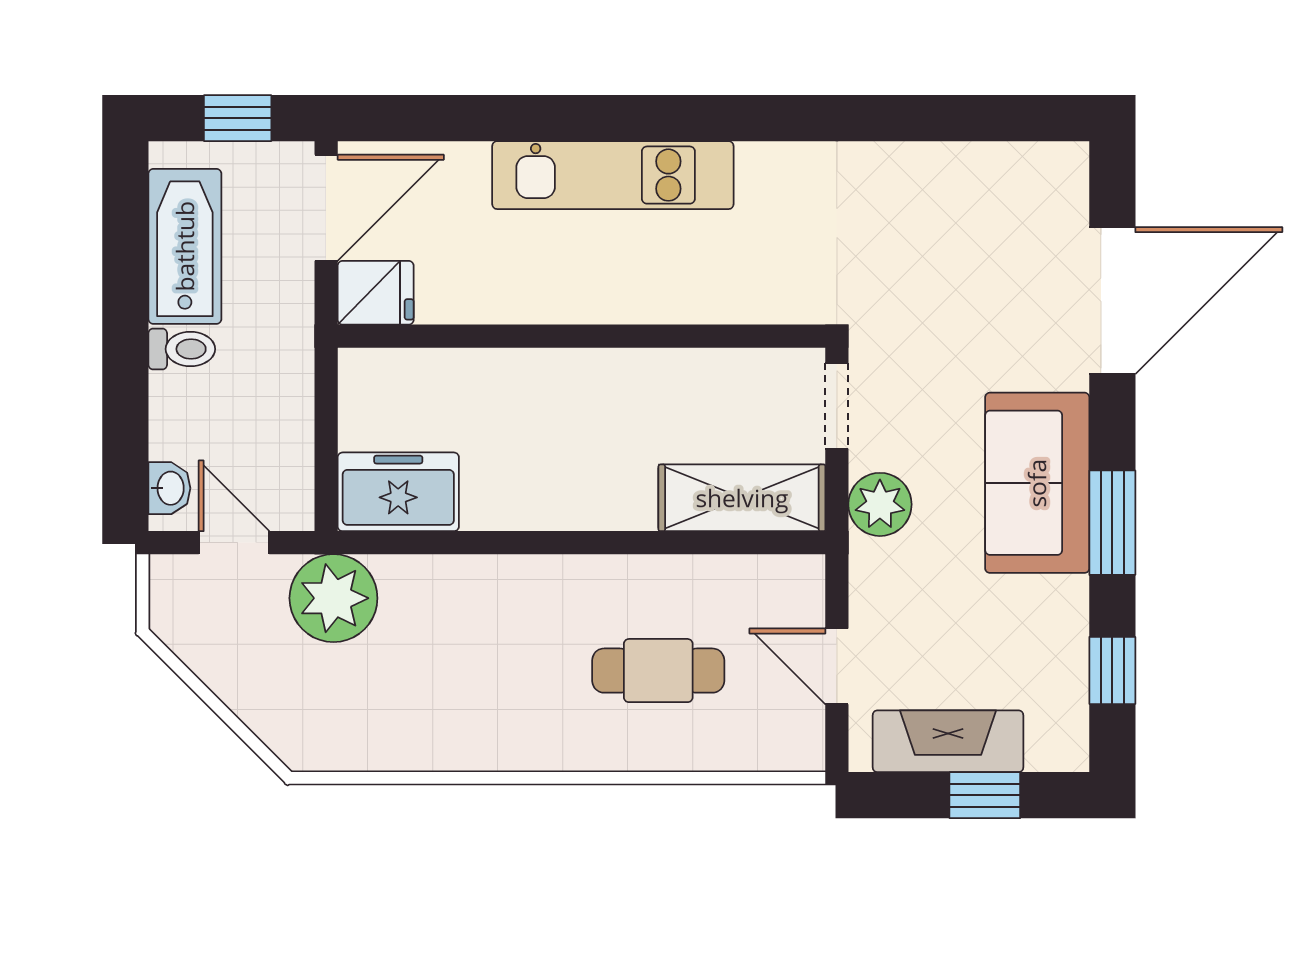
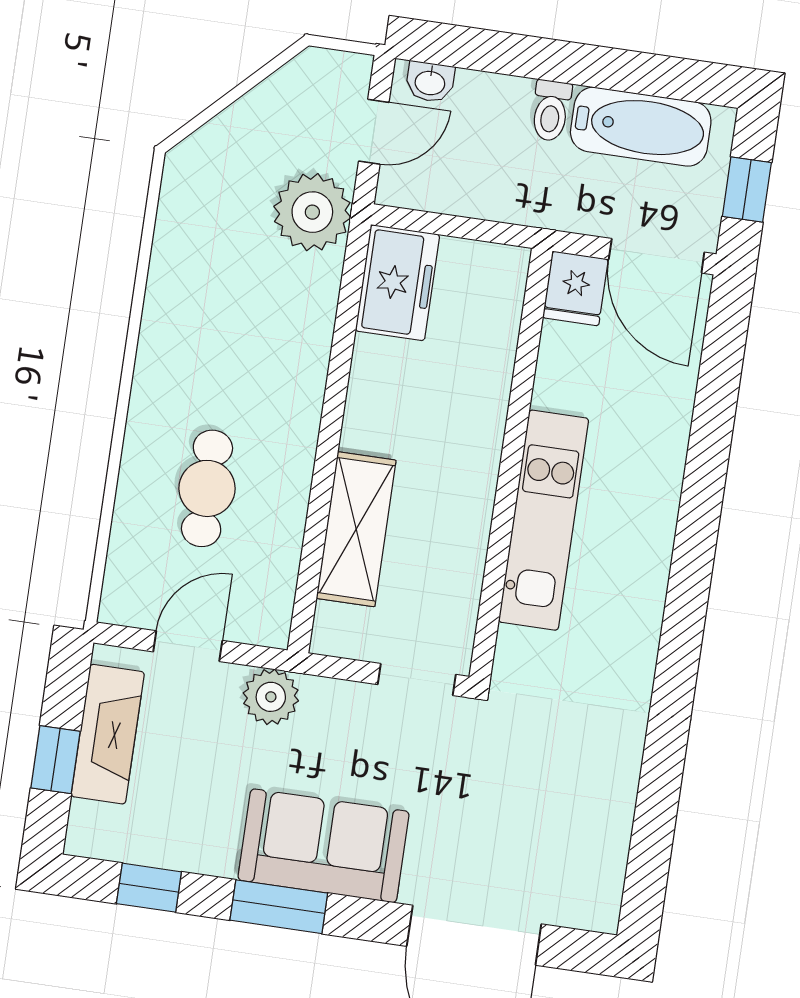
kitchen unit: (613, 175) -> (544, 520), moved, turned 180
shelving: (742, 498) -> (356, 529), moved
plant: (880, 504) -> (271, 697), moved

